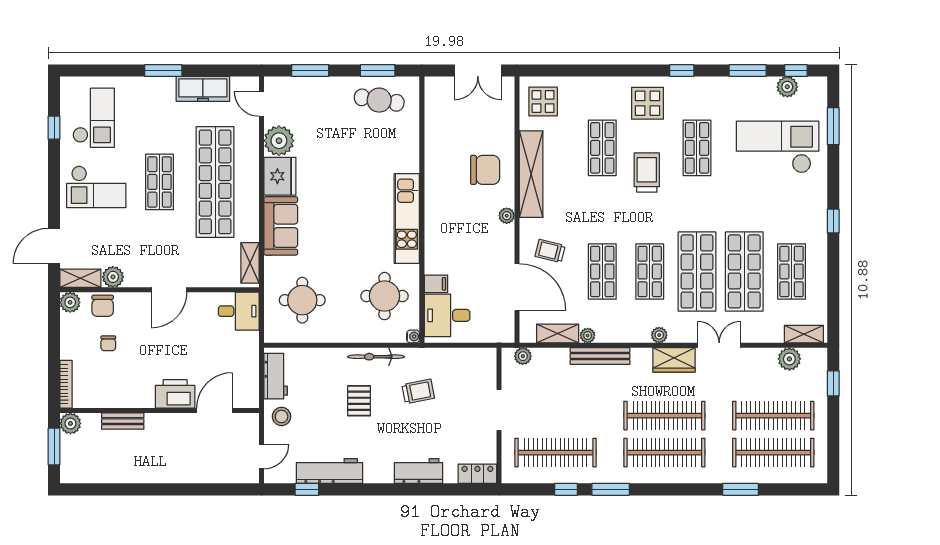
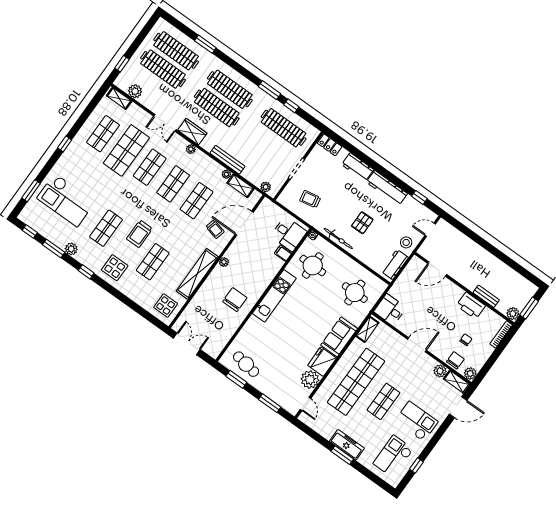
plant: (787, 87) -> (71, 249), moved
freezer: (203, 89) -> (347, 445), moved
chair: (485, 170) -> (235, 300), moved, turned 90
shop shelf: (697, 271) -> (150, 167), width x0.70, depth x0.74
door: (517, 287) -> (244, 223), hinge flipped
trolley: (418, 391) -> (310, 199), moved
printer: (175, 394) -> (471, 306), moved
workbench: (329, 471) -> (387, 188), moved

